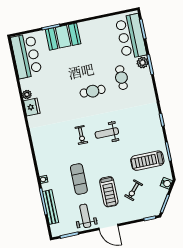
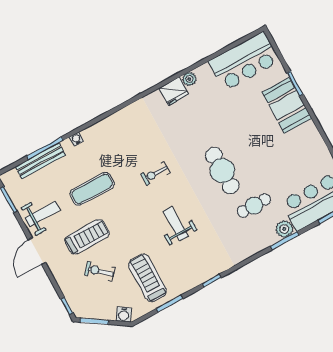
cafe table: (93, 91) -> (222, 171), width x1.37, depth x1.35
weight bench: (107, 133) -> (176, 224), moved
treadmill: (109, 192) -> (87, 237), turned 180

